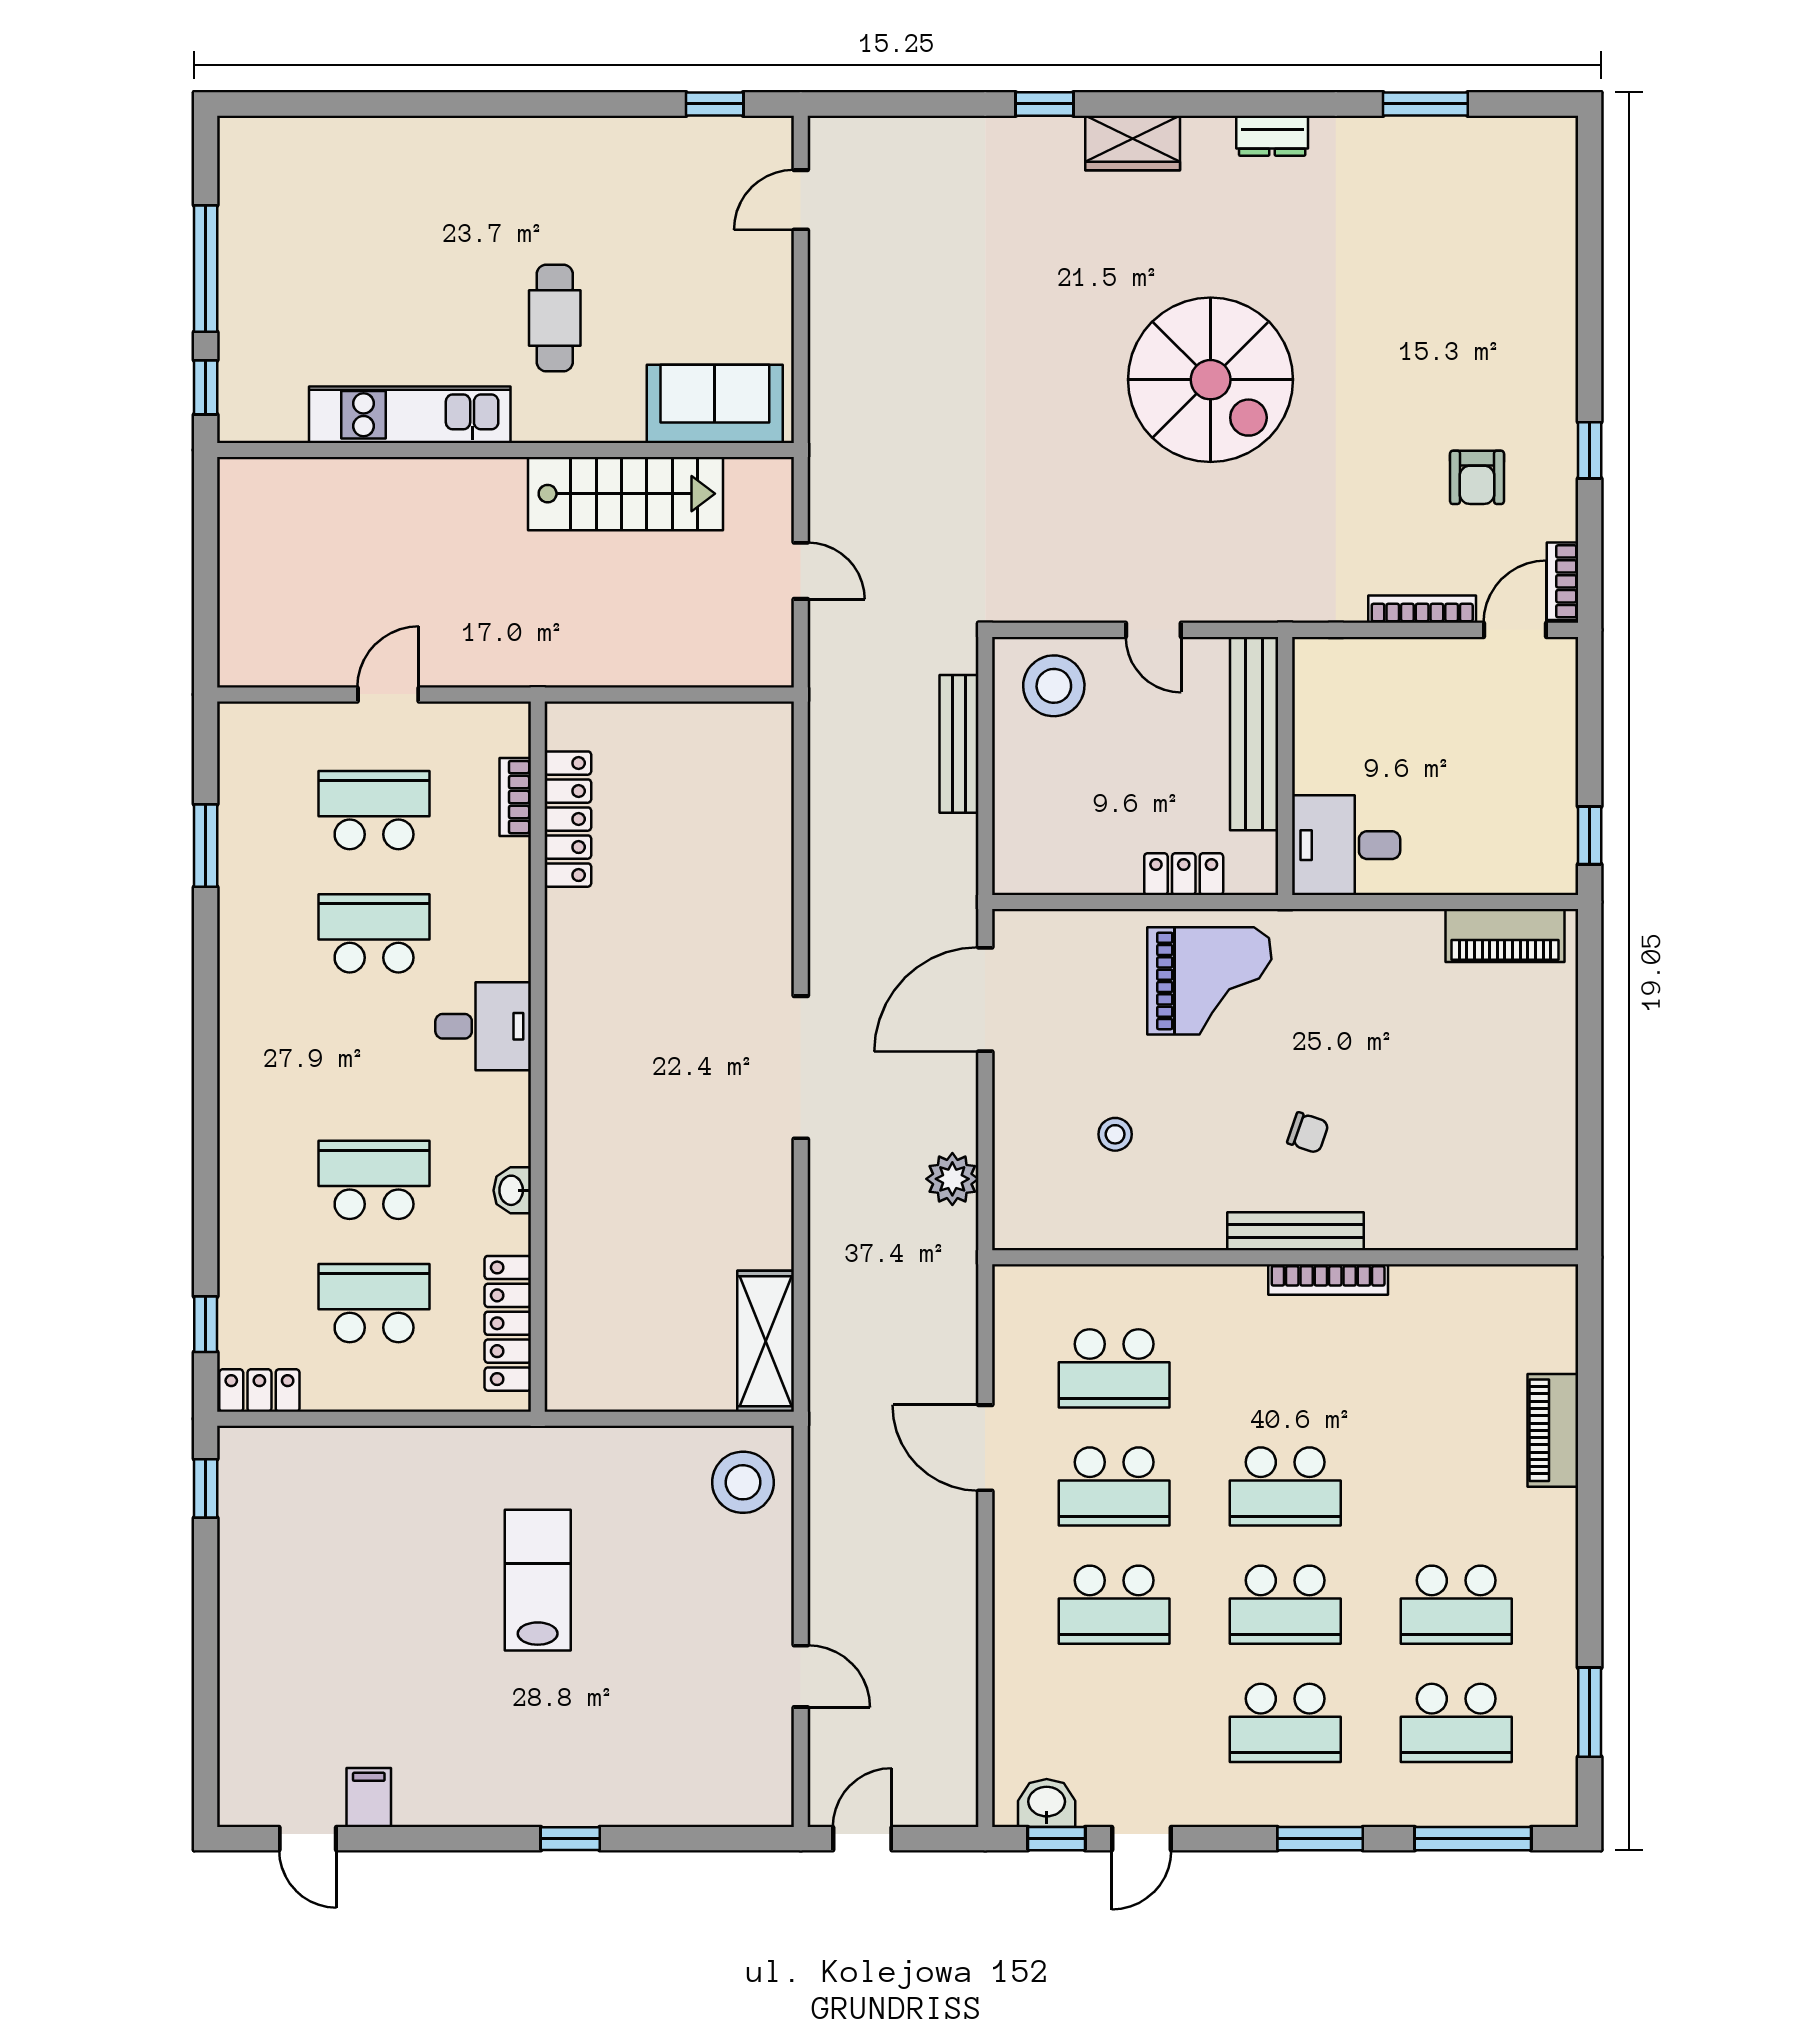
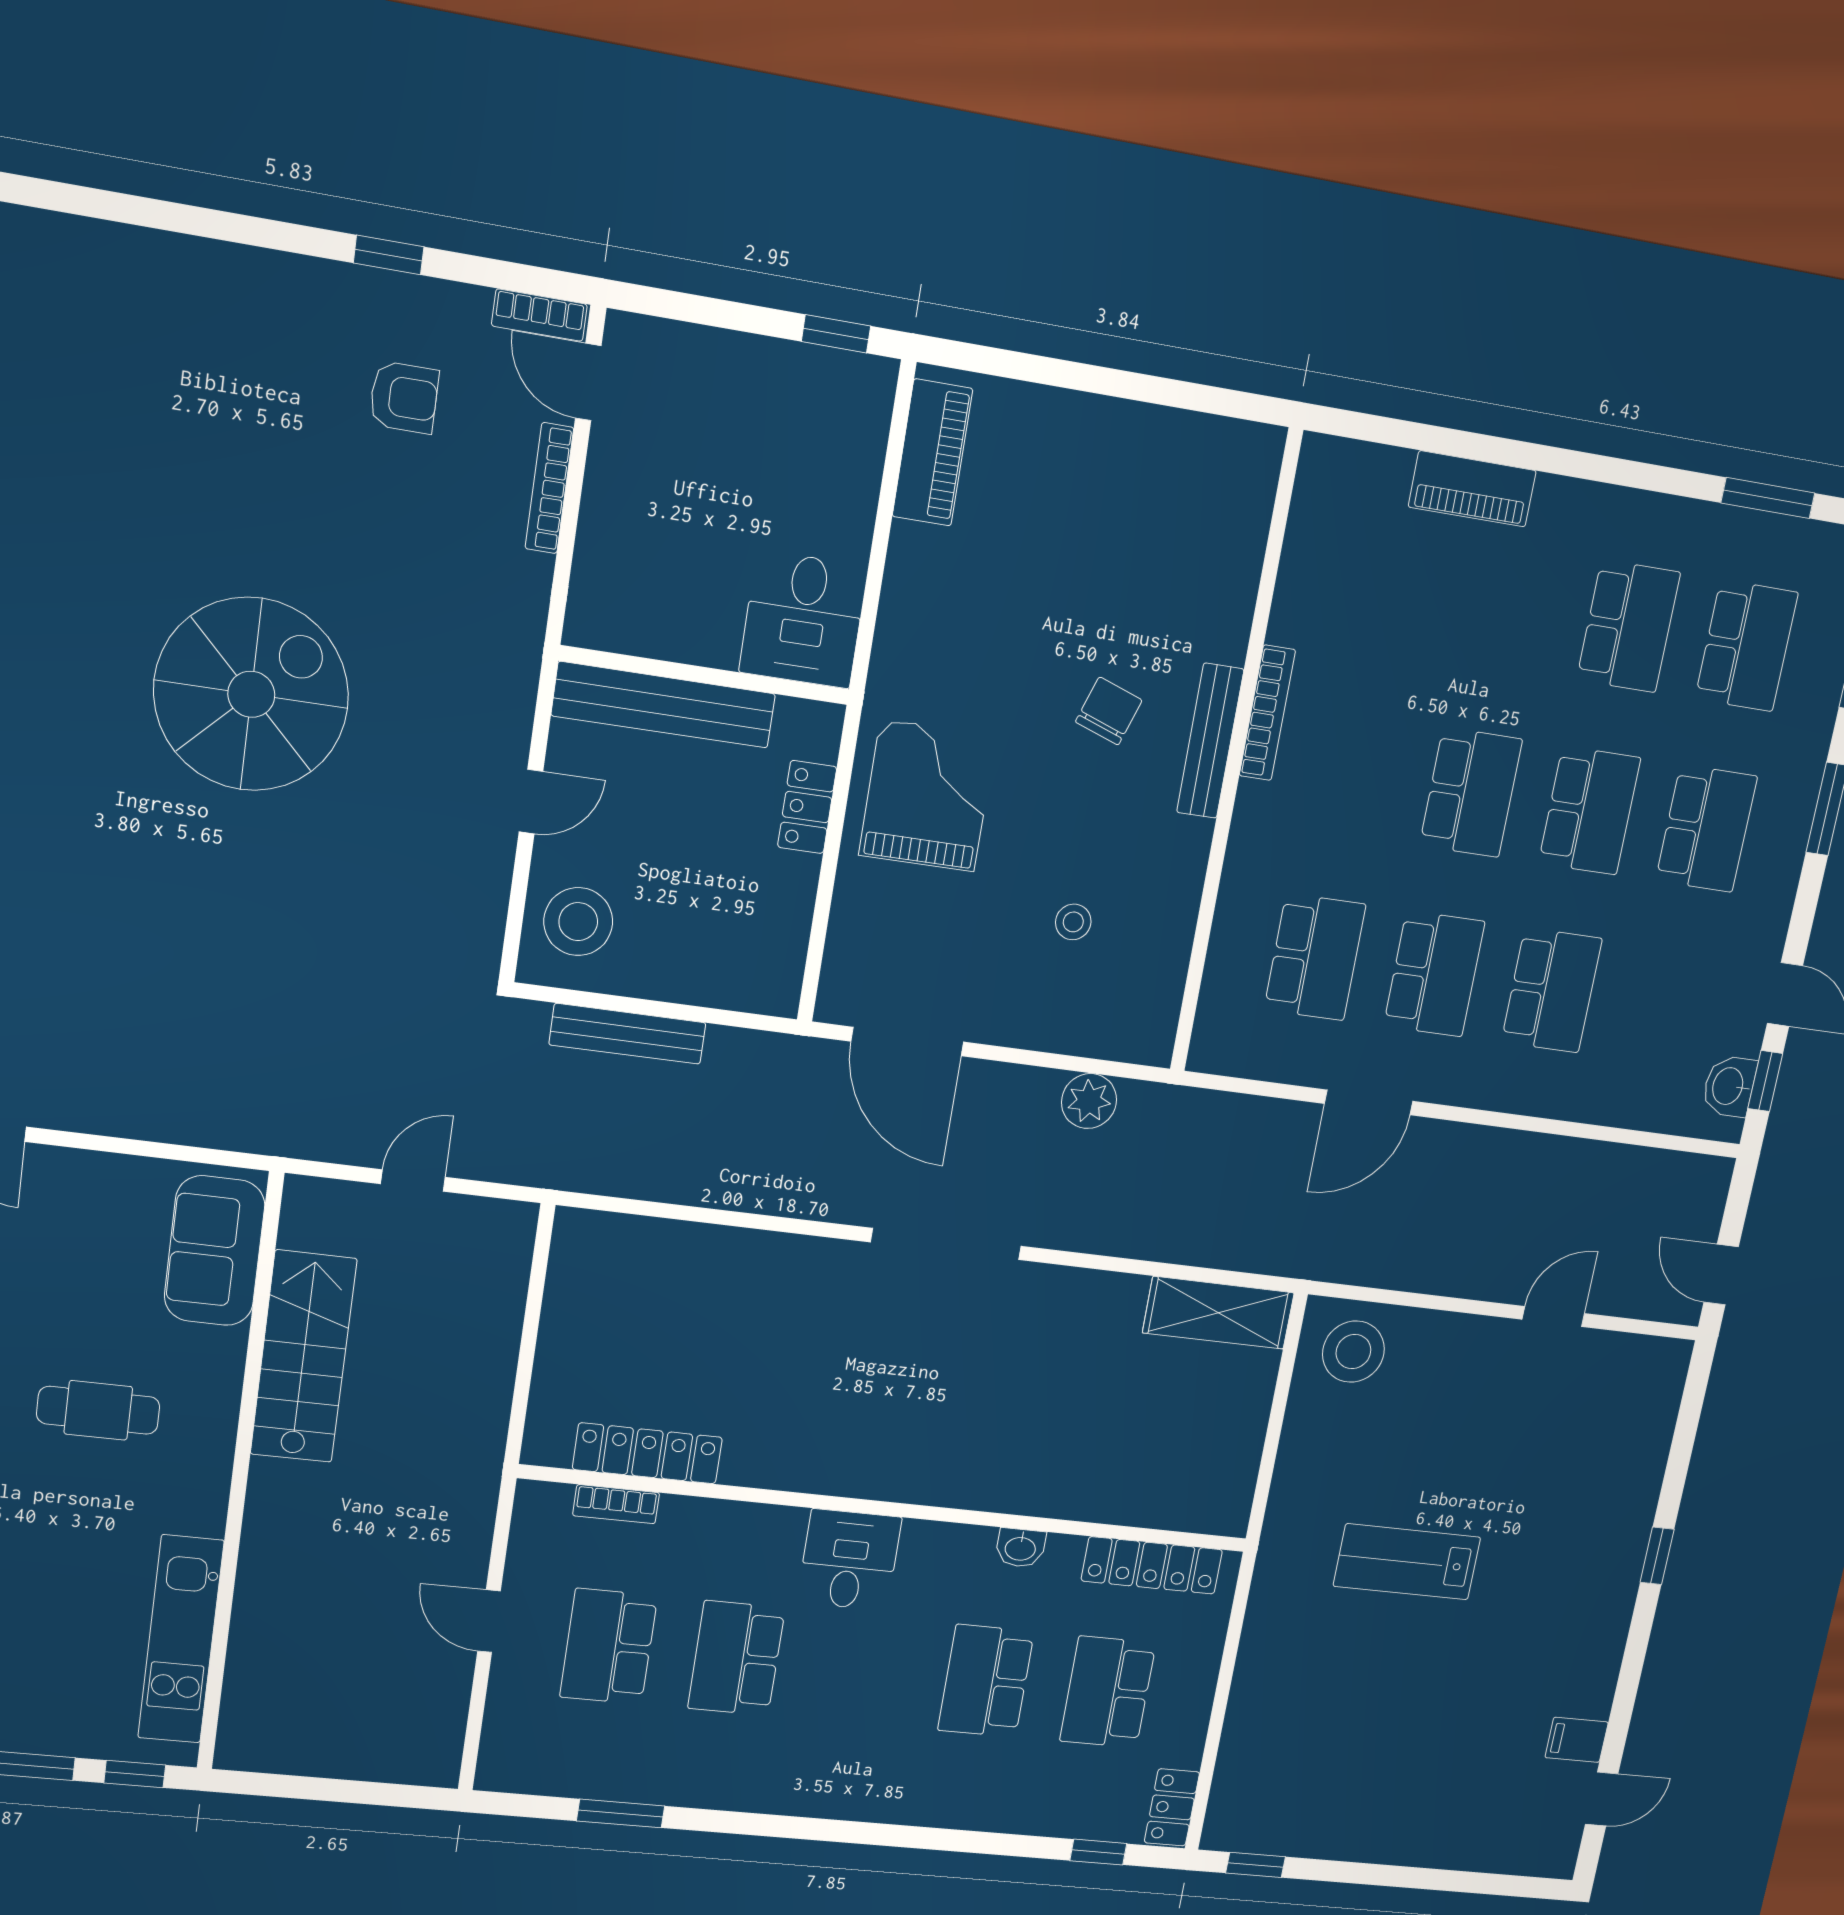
kitchen unit: (410, 415) -> (181, 1639), moved
chair: (1308, 1133) -> (1109, 711), width x1.37, depth x1.37

